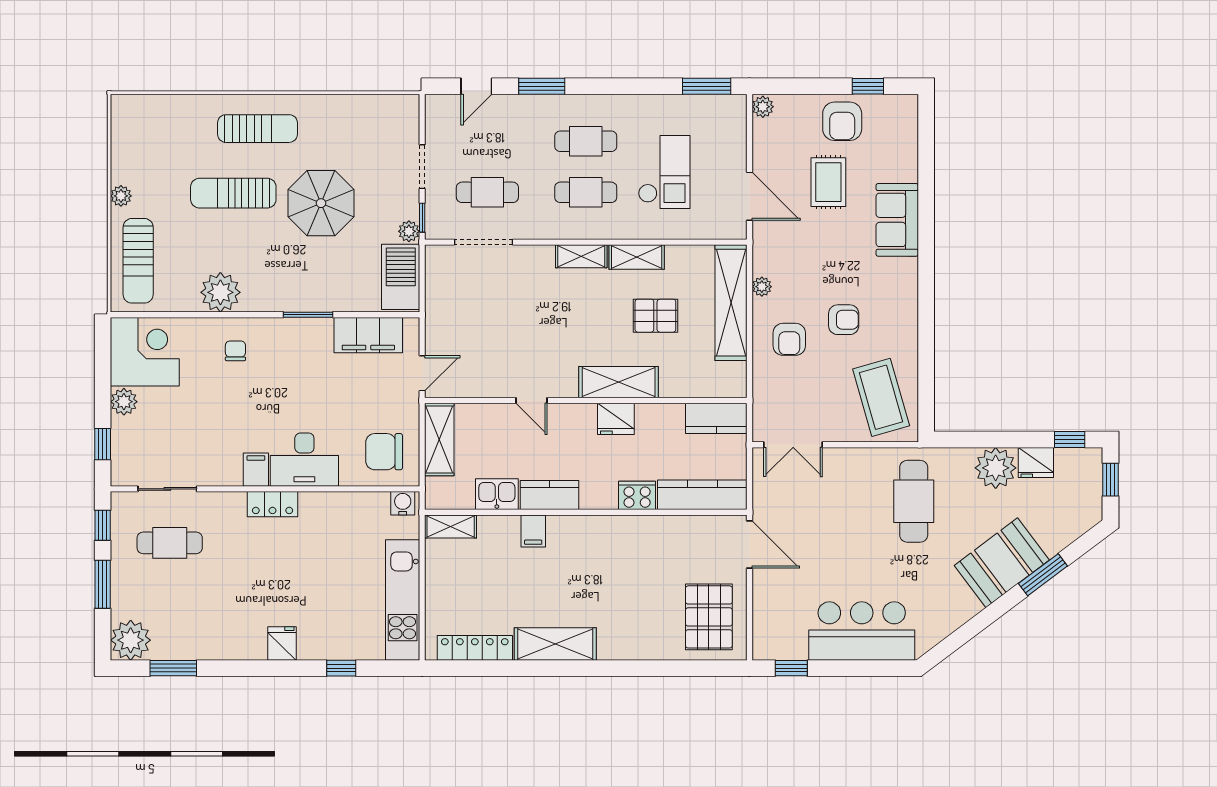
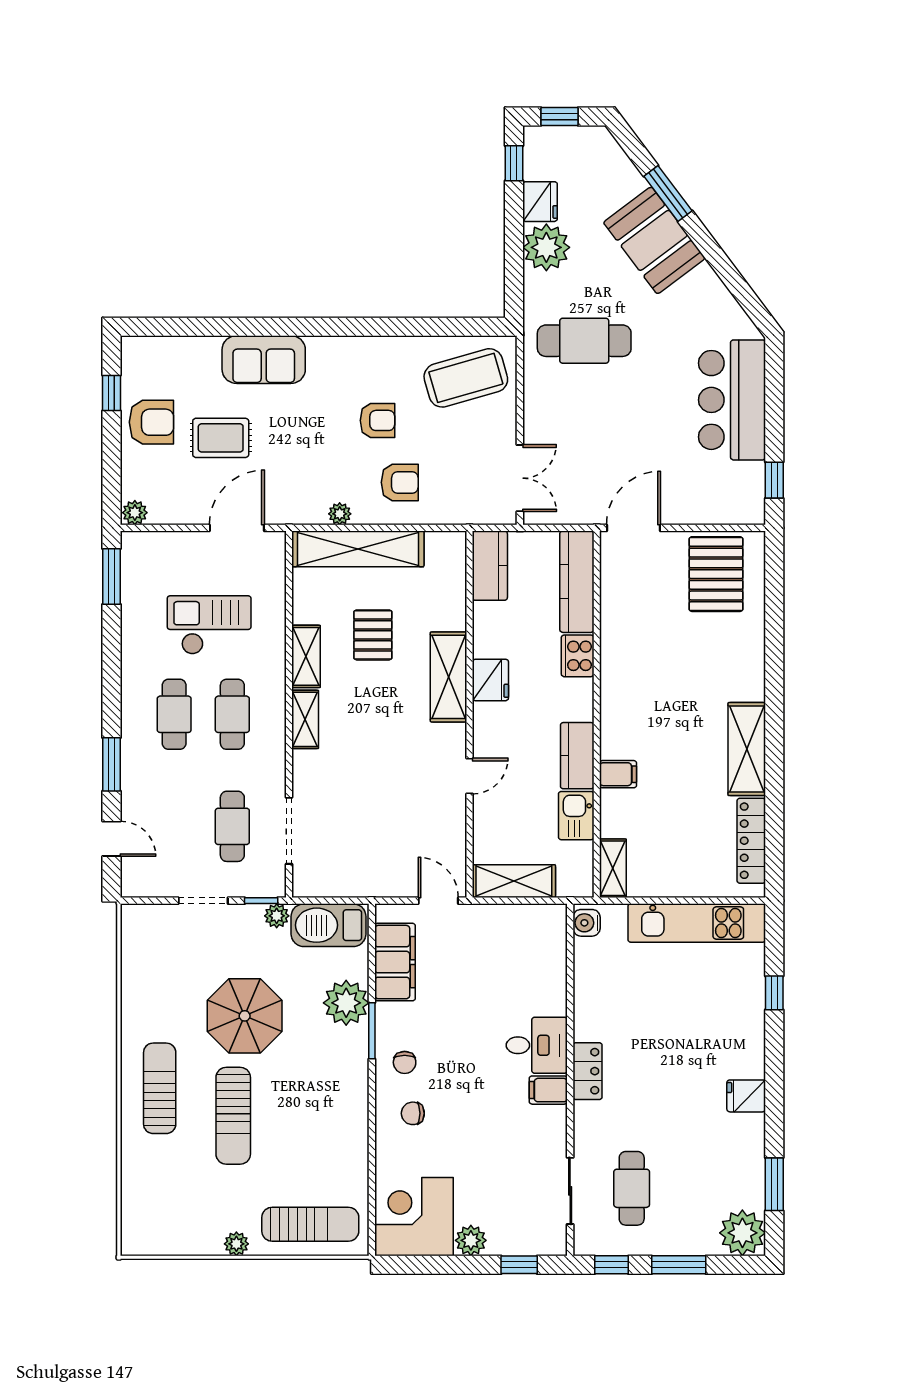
plant: (220, 292) -> (346, 1003), moved
armchair: (844, 320) -> (377, 420), turned 90
chair: (384, 452) -> (405, 1062), moved, width x0.54, depth x0.54
desk: (304, 460) -> (537, 1045), width x0.73
pallet: (709, 617) -> (716, 574), turned 90
fridge: (282, 643) -> (746, 1096), moved

